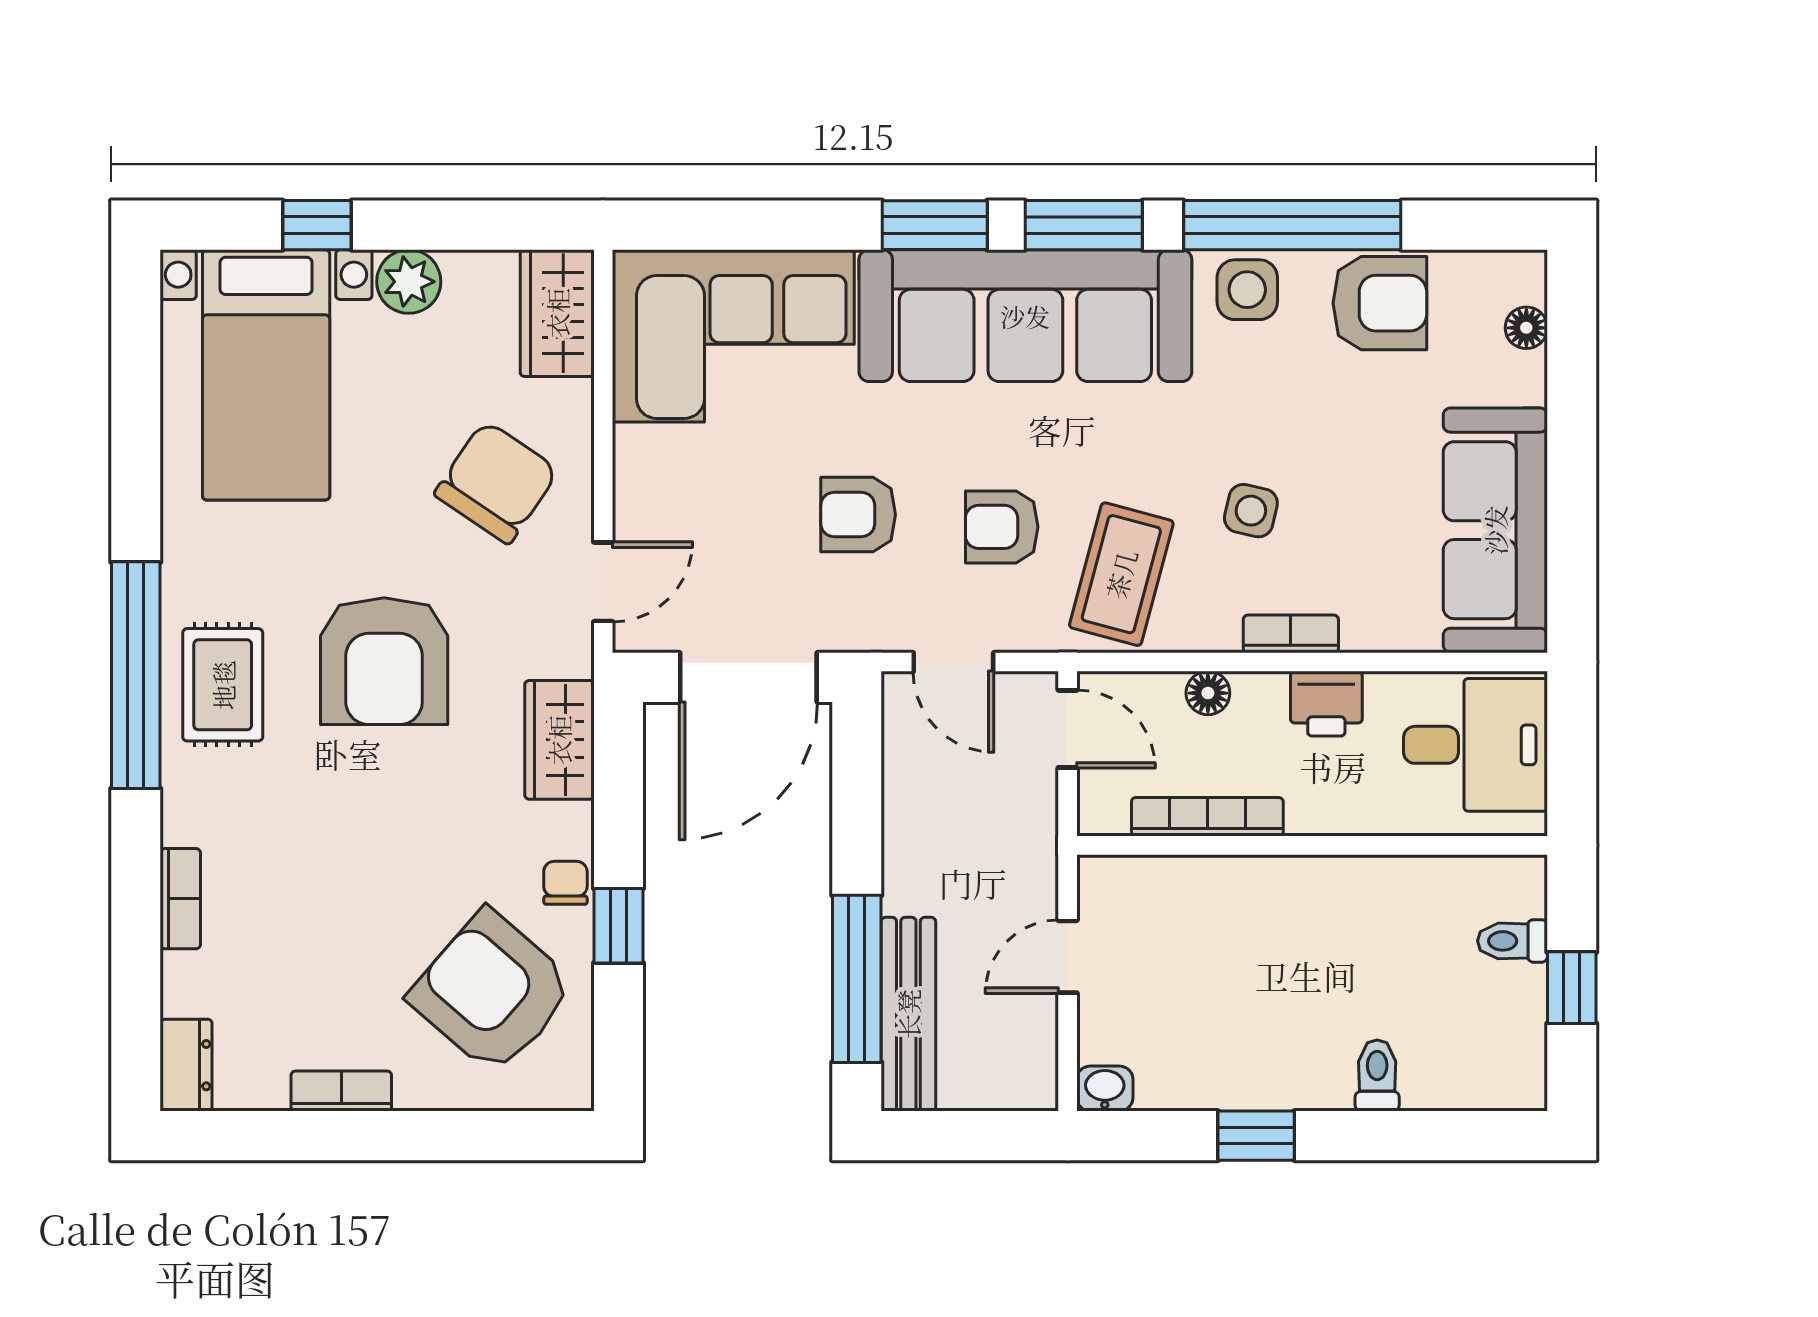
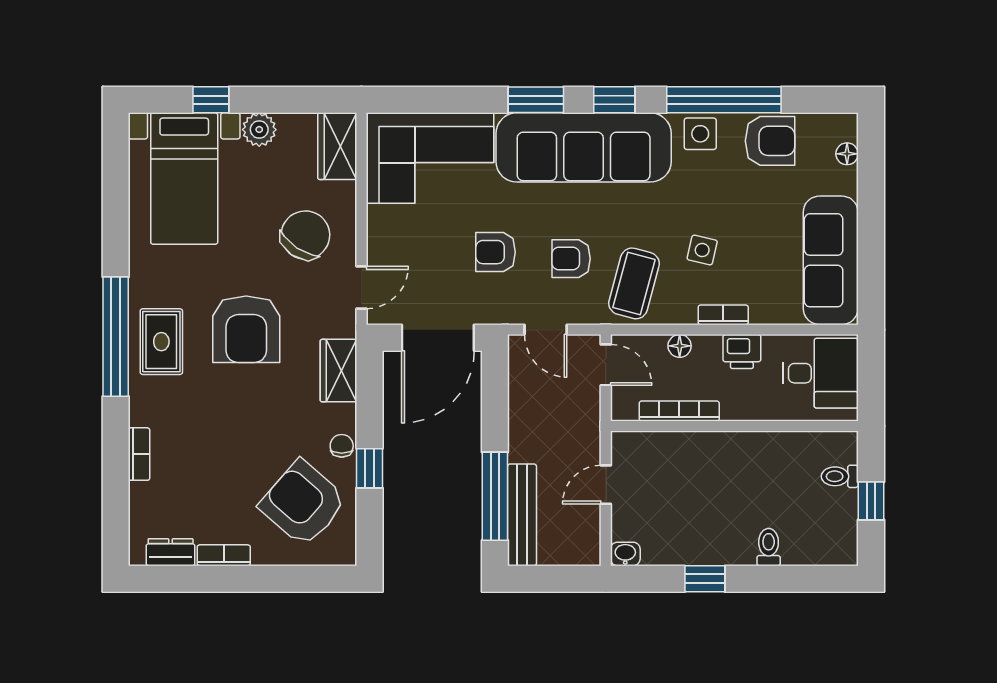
window: (1084, 225) -> (614, 100), width x0.67
dresser: (186, 1065) -> (171, 552), moved, turned -90

